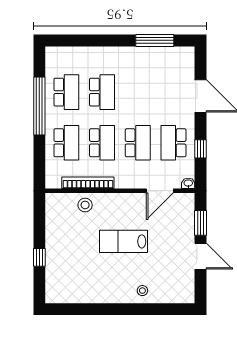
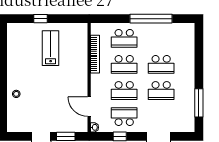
school desk: (66, 92) -> (161, 91), moved
stool: (85, 205) -> (79, 52), removed
lab bench: (124, 241) -> (51, 48), moved

